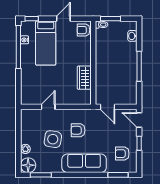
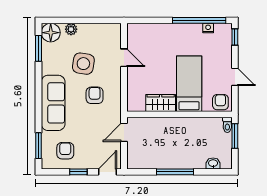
bed: (46, 43) -> (189, 84), moved, turned 90

